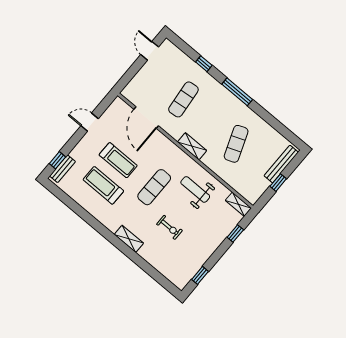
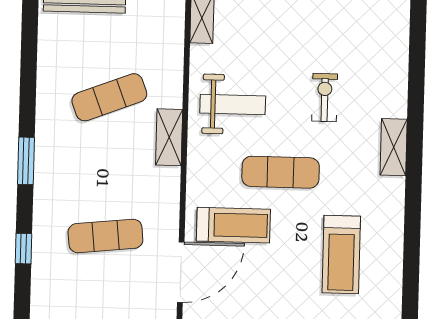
window: (237, 92) -> (26, 161), width x0.69
shelving: (192, 146) -> (169, 137), moved
treadmill: (118, 160) -> (233, 225), moved, turned 90
weight bench: (195, 189) -> (233, 105), turned -90

